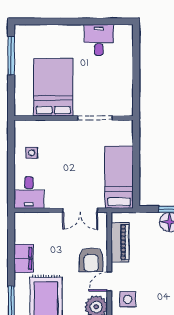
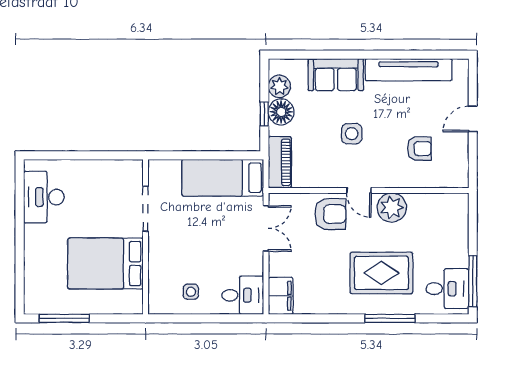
desk: (99, 40) -> (44, 197), width x1.37
piano: (120, 242) -> (280, 162), moved, turned 90
filing cabinet: (24, 258) -> (281, 296), moved, turned 90
side table: (128, 299) -> (352, 134), moved

